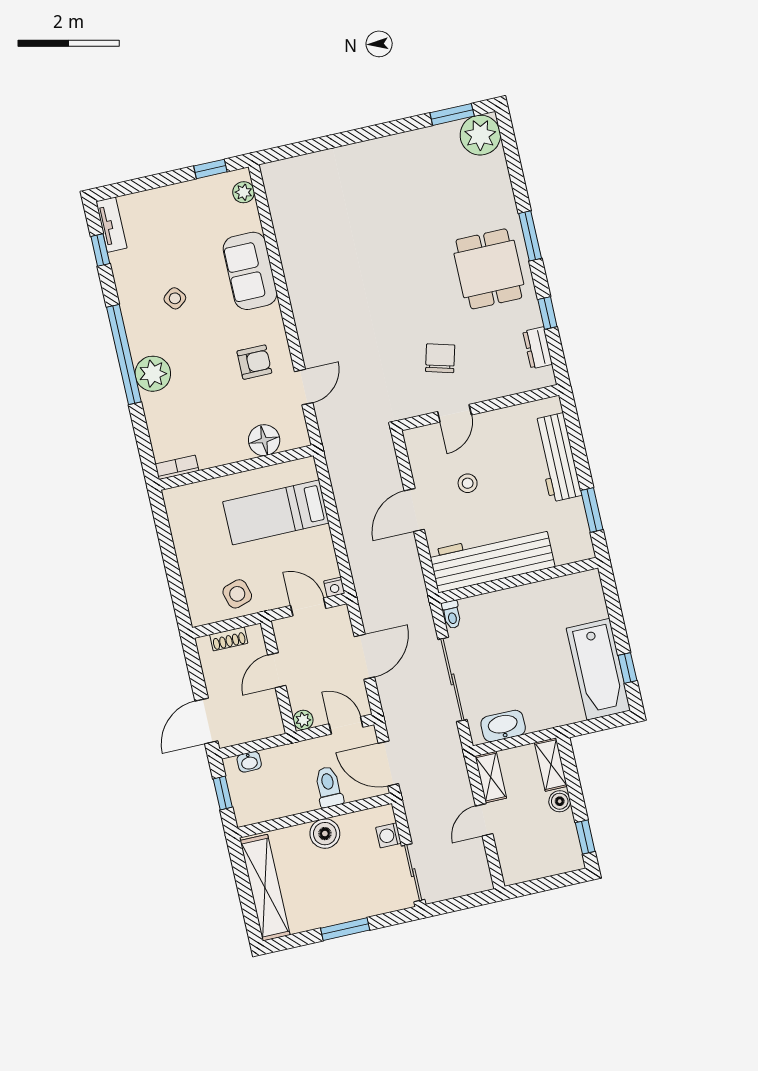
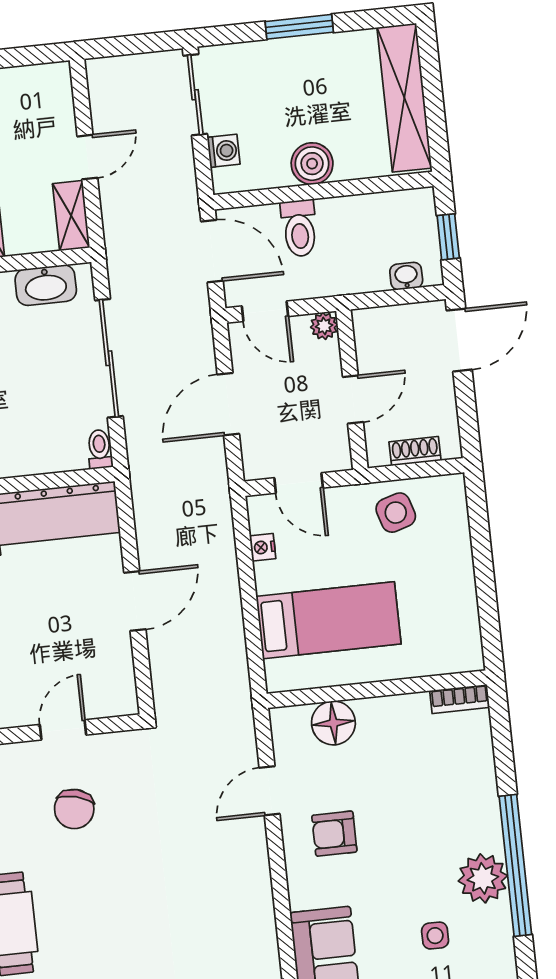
side table: (175, 298) -> (435, 936), turned 38
plant: (153, 374) -> (483, 878), moved
stool: (468, 483) -> (56, 630), removed
nightstand: (334, 587) -> (263, 547), moved, turned -90

